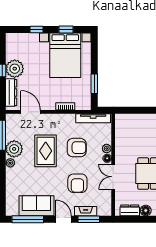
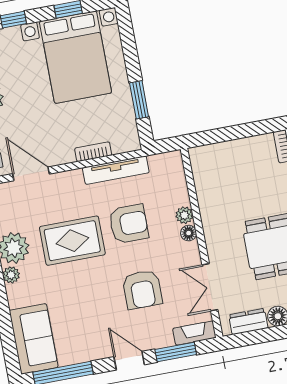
tv unit: (93, 118) -> (116, 170), moved
rug: (46, 151) -> (72, 241), turned 90
double door: (113, 177) -> (210, 287), moved
sofa: (36, 206) -> (34, 339), moved, turned 90
fireplace: (86, 211) -> (194, 333), moved

